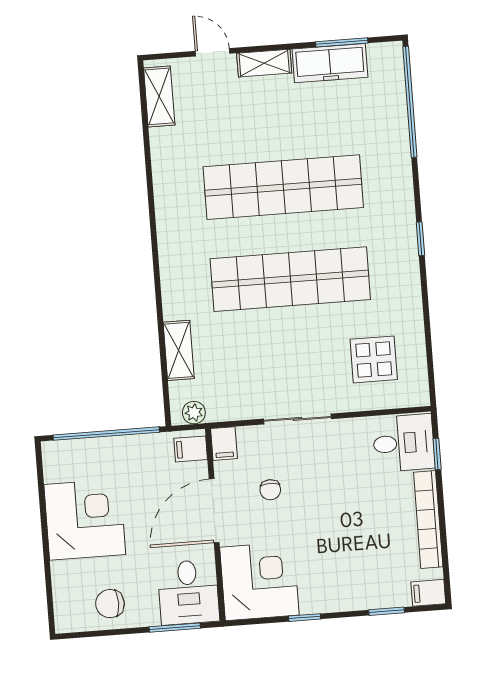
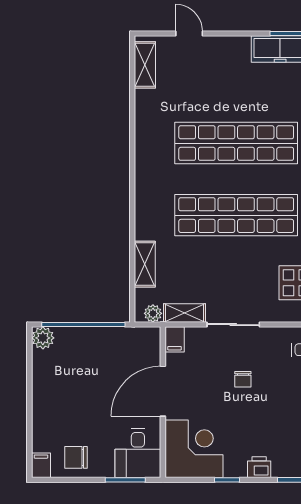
shelving: (264, 63) -> (184, 313), moved
filing cabinet: (191, 449) -> (41, 465), moved, turned 90
plant: (56, 455) -> (43, 338), added
chair: (270, 490) -> (243, 379), moved
corner desk: (85, 520) -> (61, 390), removed
printer: (344, 598) -> (259, 467), added

